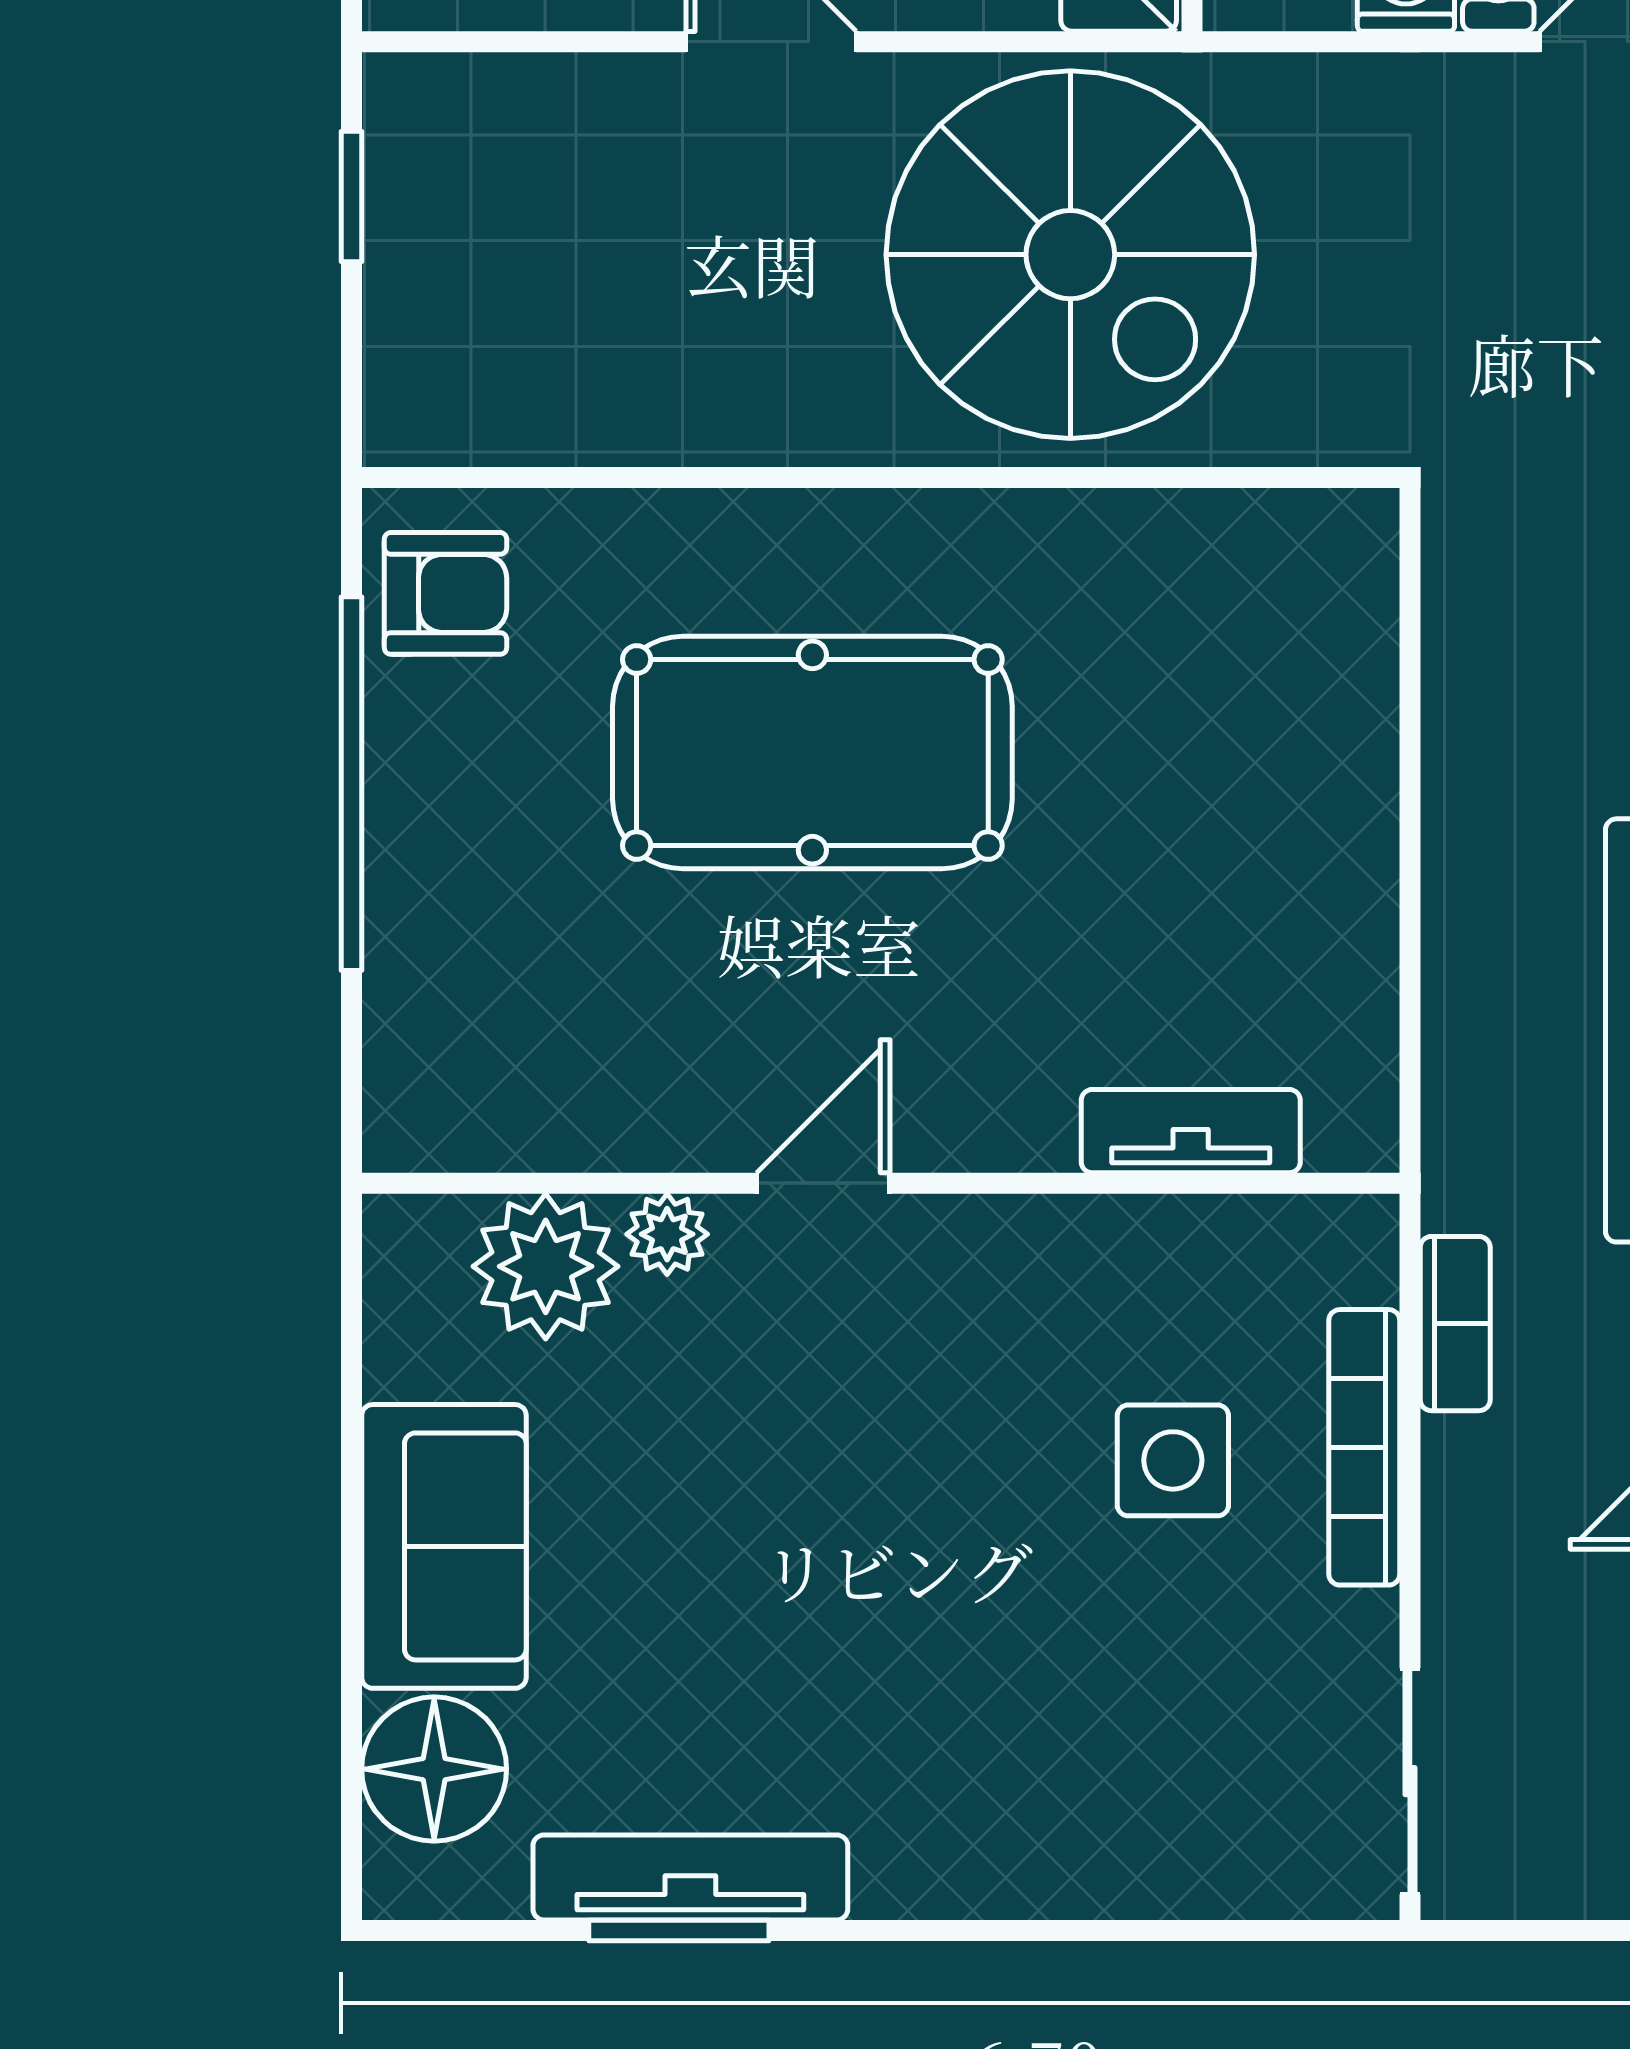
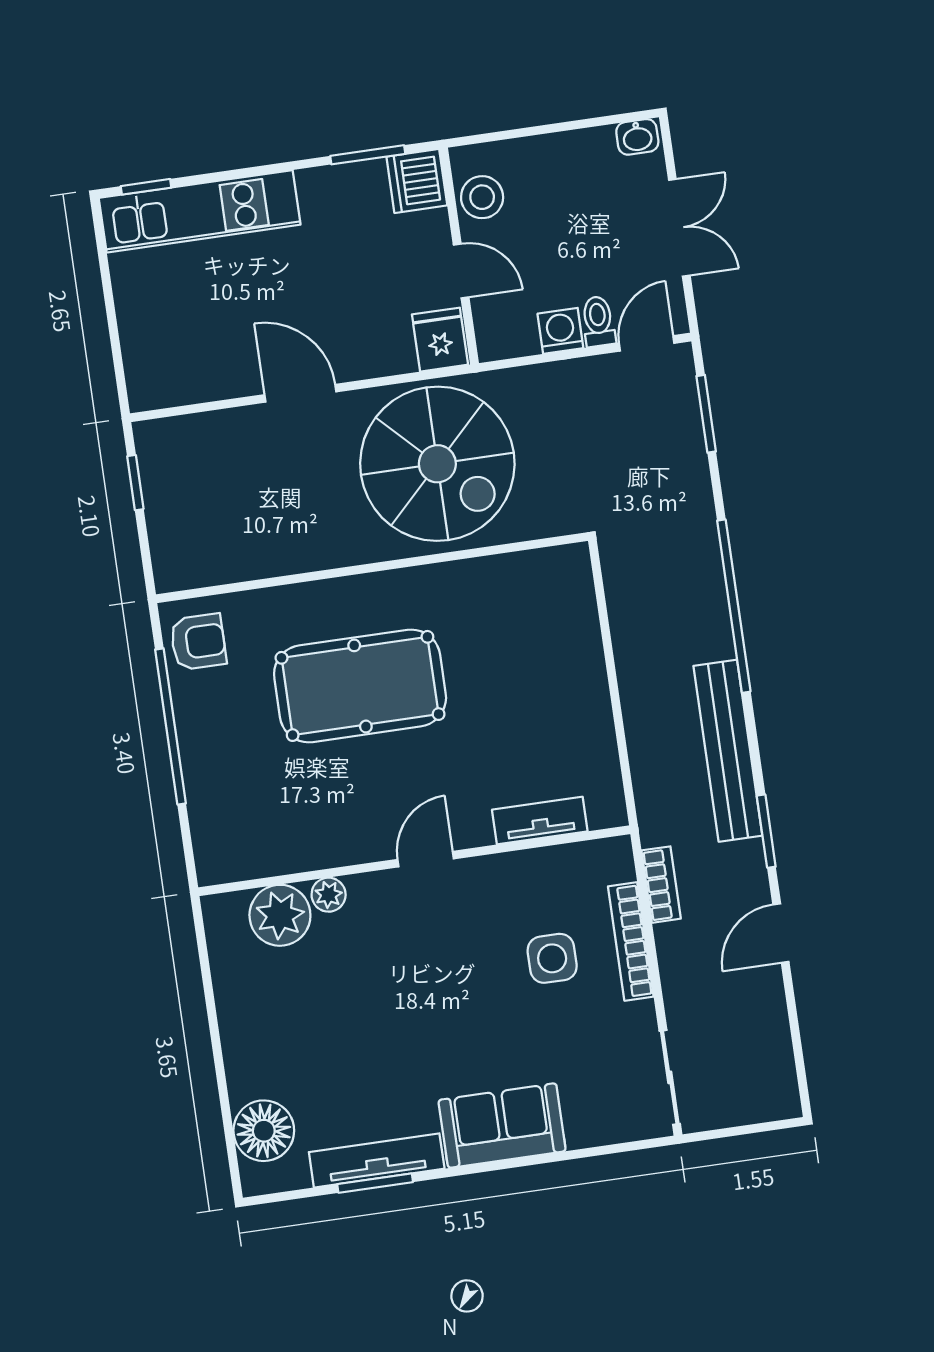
door: (823, 1183) -> (426, 859), moved
sofa: (444, 1546) -> (502, 1126), moved, turned -90

